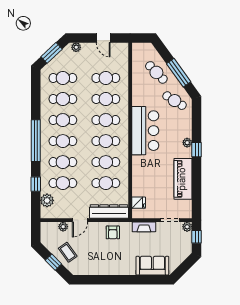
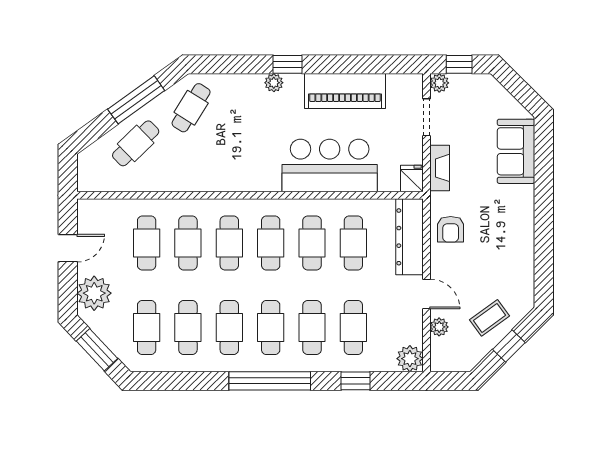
plant: (76, 47) -> (94, 293), width x1.87, depth x1.87
bar counter: (145, 131) -> (330, 165), moved
plant: (47, 200) -> (410, 359), moved
fridge: (139, 203) -> (412, 179), moved
armchair: (113, 232) -> (451, 229), turned 90

